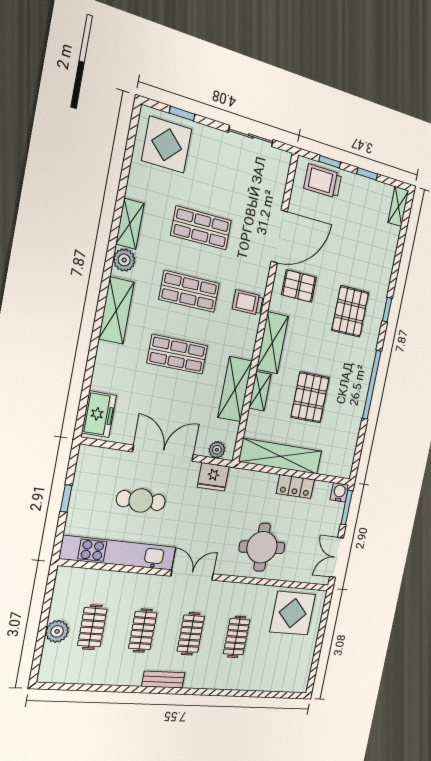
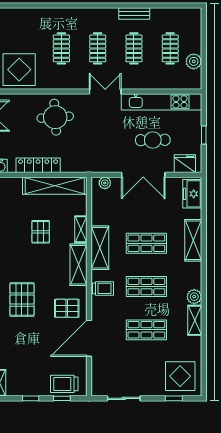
trolley: (323, 181) -> (64, 384), turned 180
shelving: (116, 311) -> (193, 240), moved
shelving: (235, 389) -> (100, 248), moved
pallet: (310, 397) -> (41, 232), width x0.67, depth x0.71
fridge: (213, 477) -> (185, 164), moved
locker: (295, 487) -> (38, 165), width x1.53
double door: (192, 575) -> (105, 91), swing flipped
plant: (57, 631) -> (194, 61), moved
bench: (163, 680) -> (134, 13), moved

